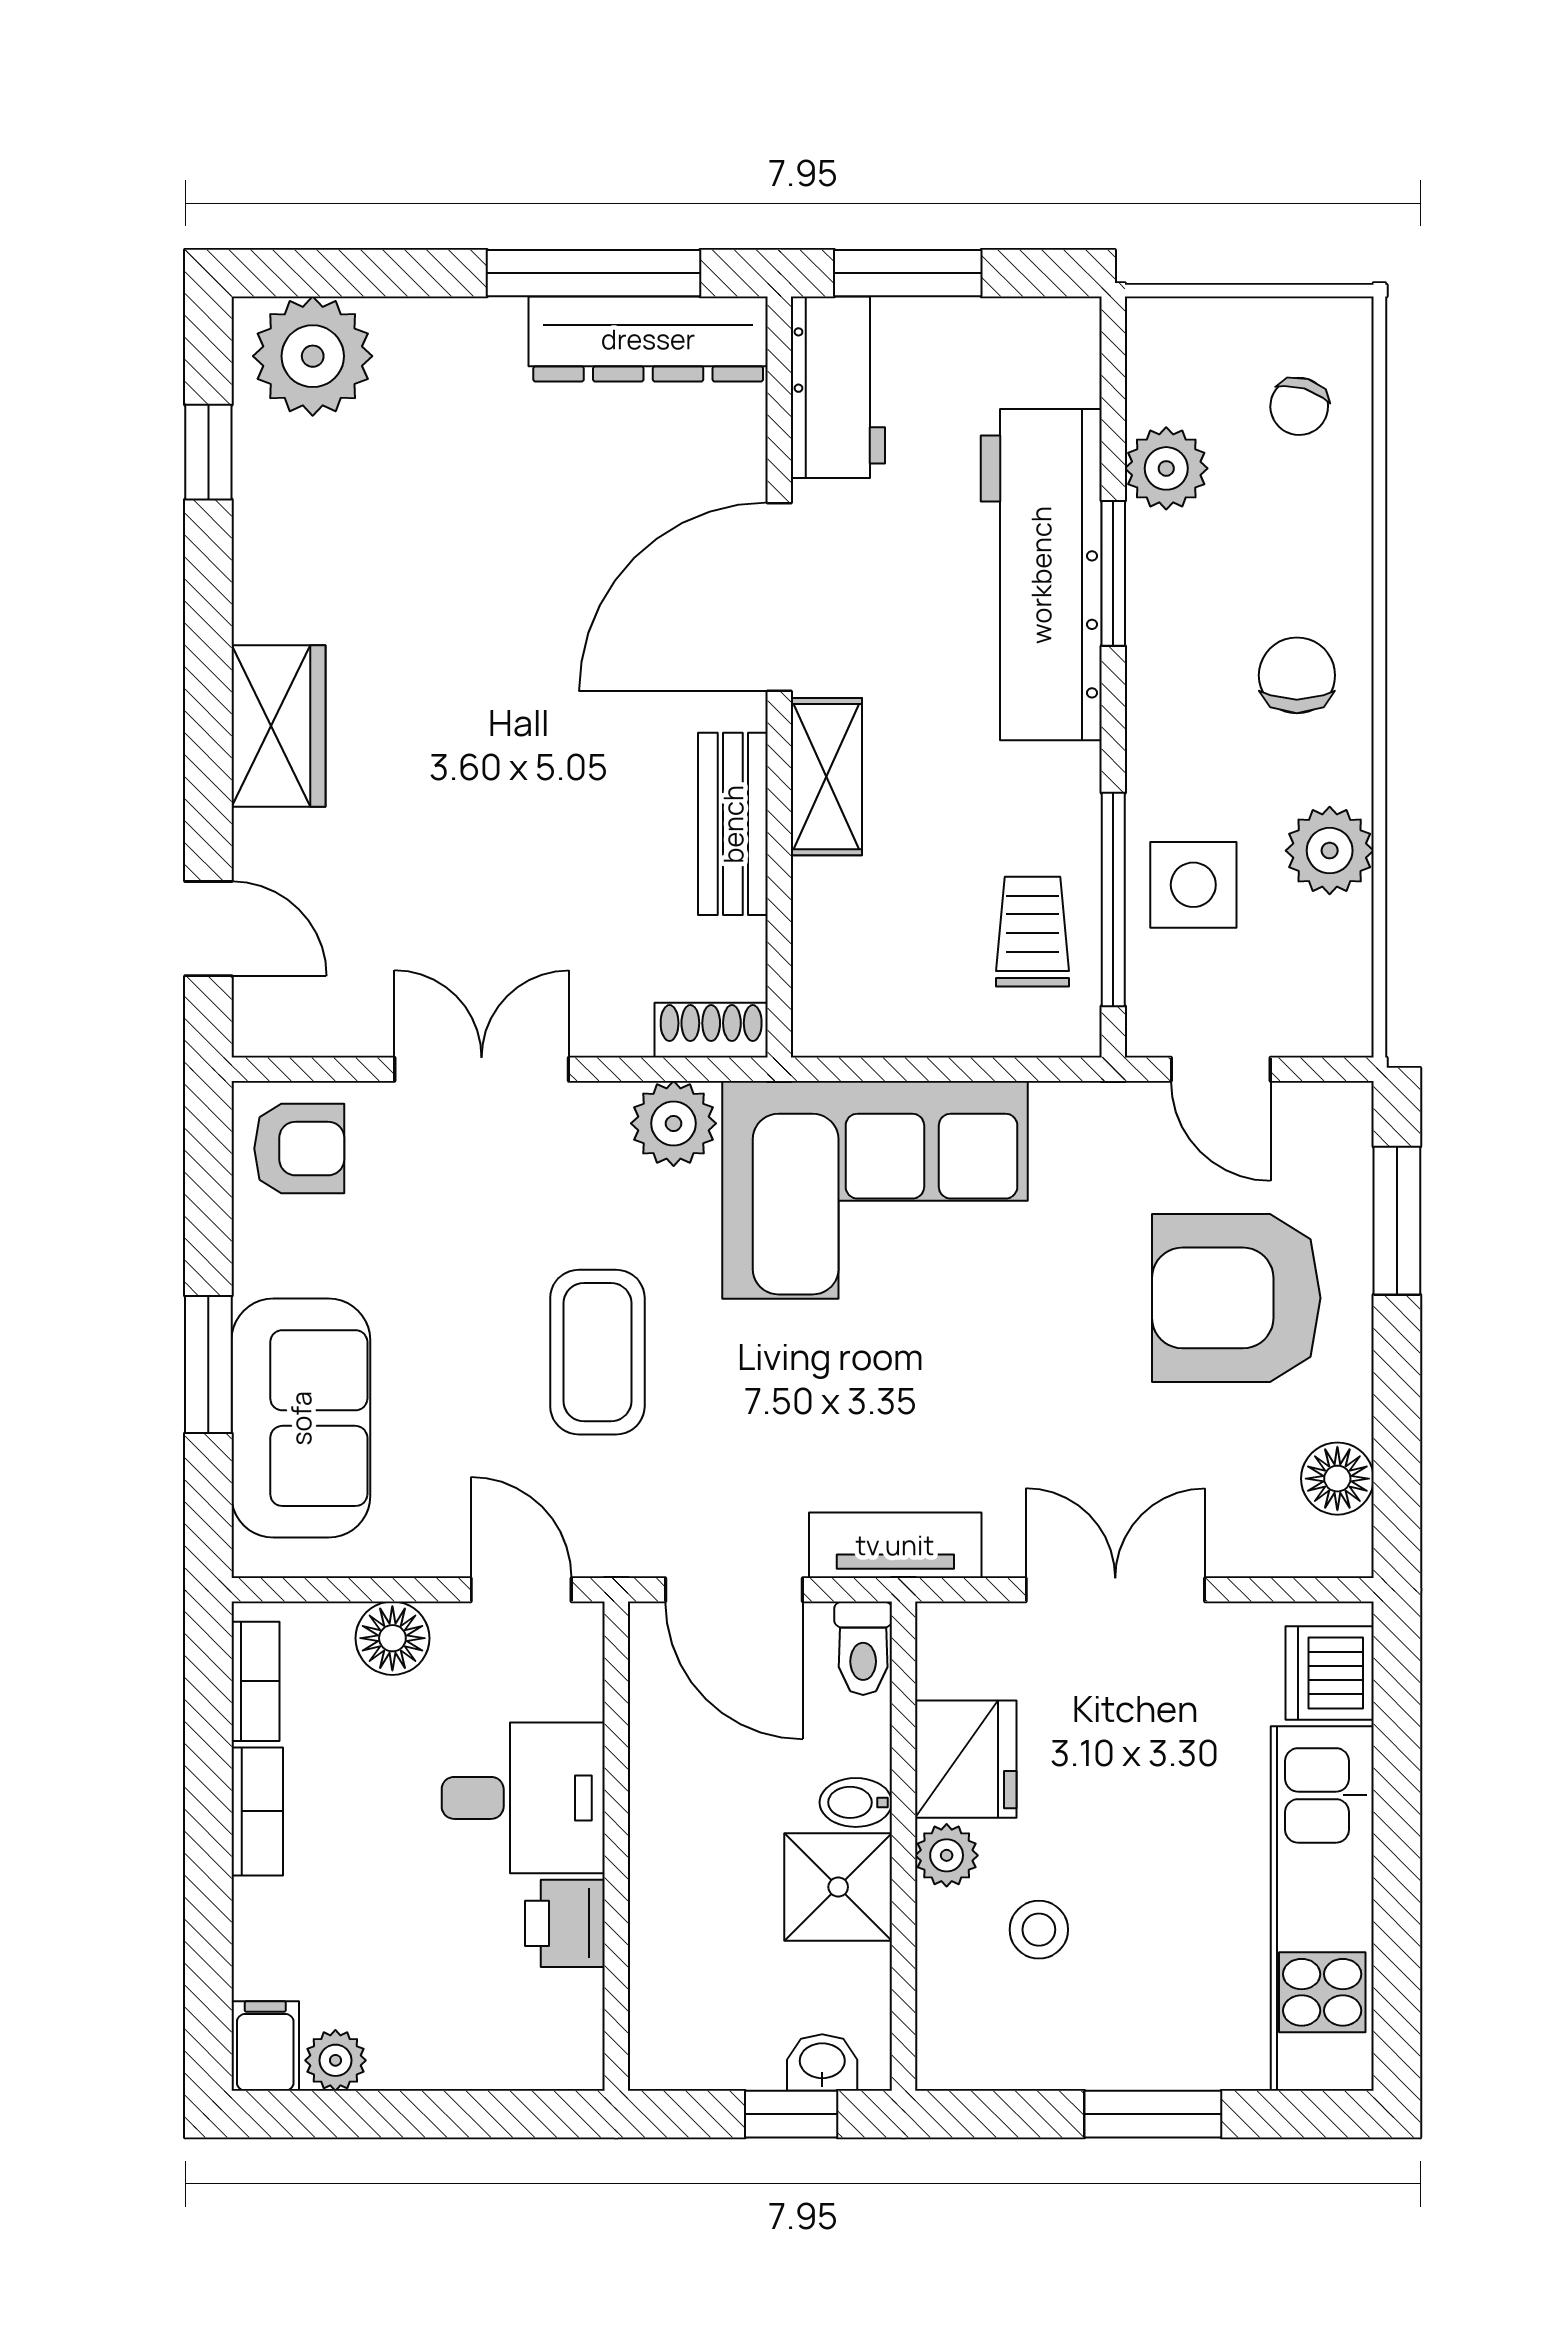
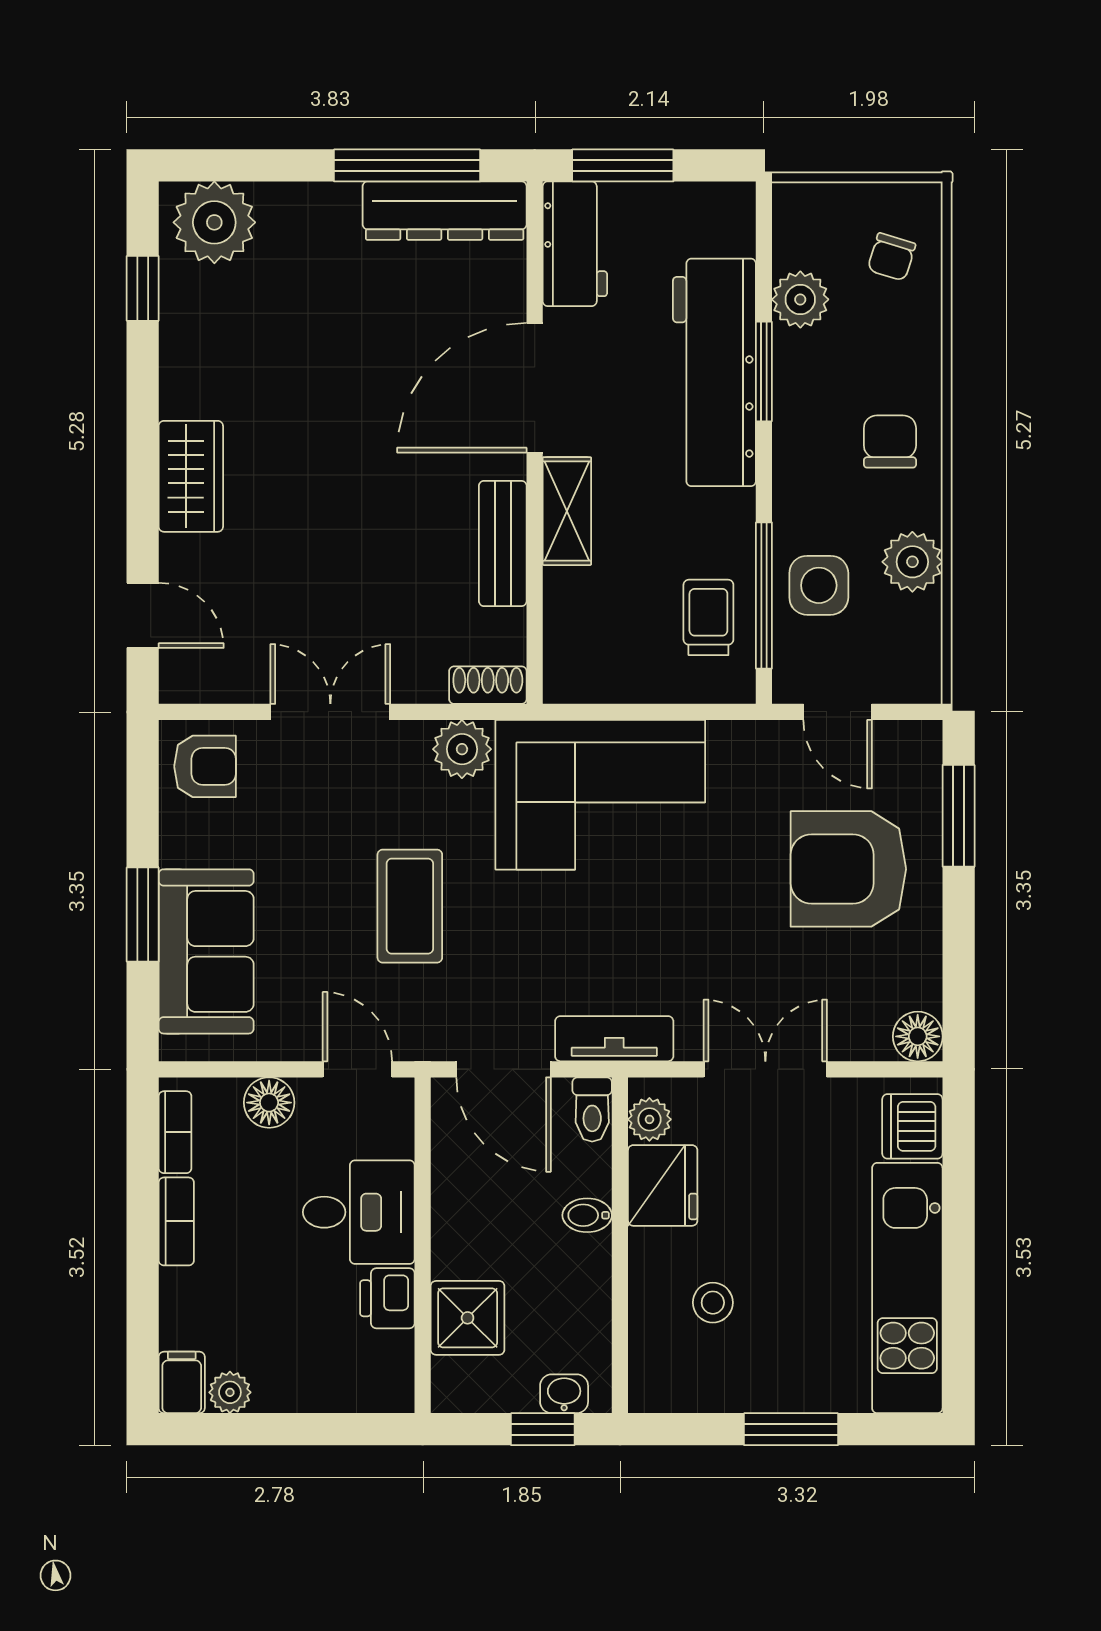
floor lamp: (1337, 1479) -> (918, 1036), moved
plant: (947, 1855) -> (649, 1119), moved
shower: (838, 1887) -> (468, 1318), moved

